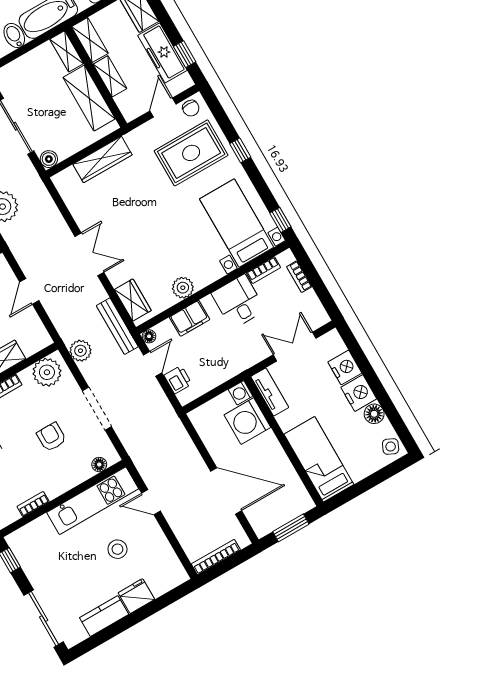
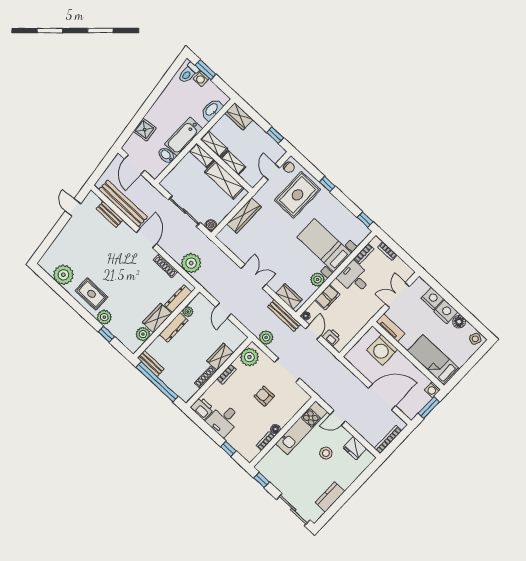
freezer: (162, 53) -> (261, 138), removed
bed with nightstands: (237, 223) -> (324, 245), moved
washing machine: (241, 393) -> (432, 390), moved
floor lamp: (99, 465) -> (275, 429), moved
fridge: (136, 596) -> (355, 448), moved, turned -90

